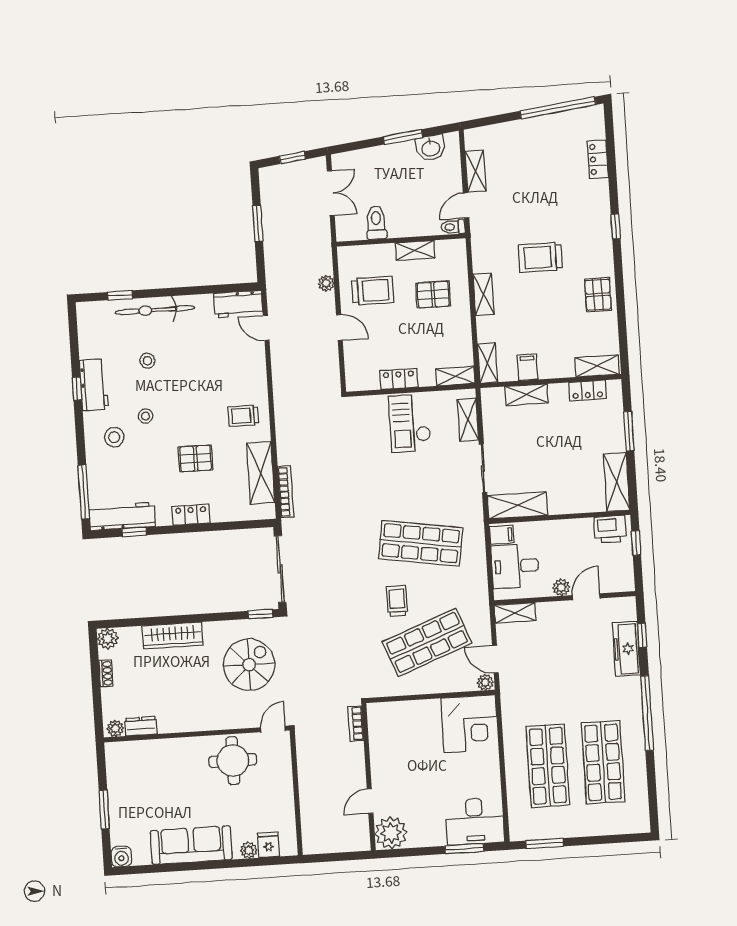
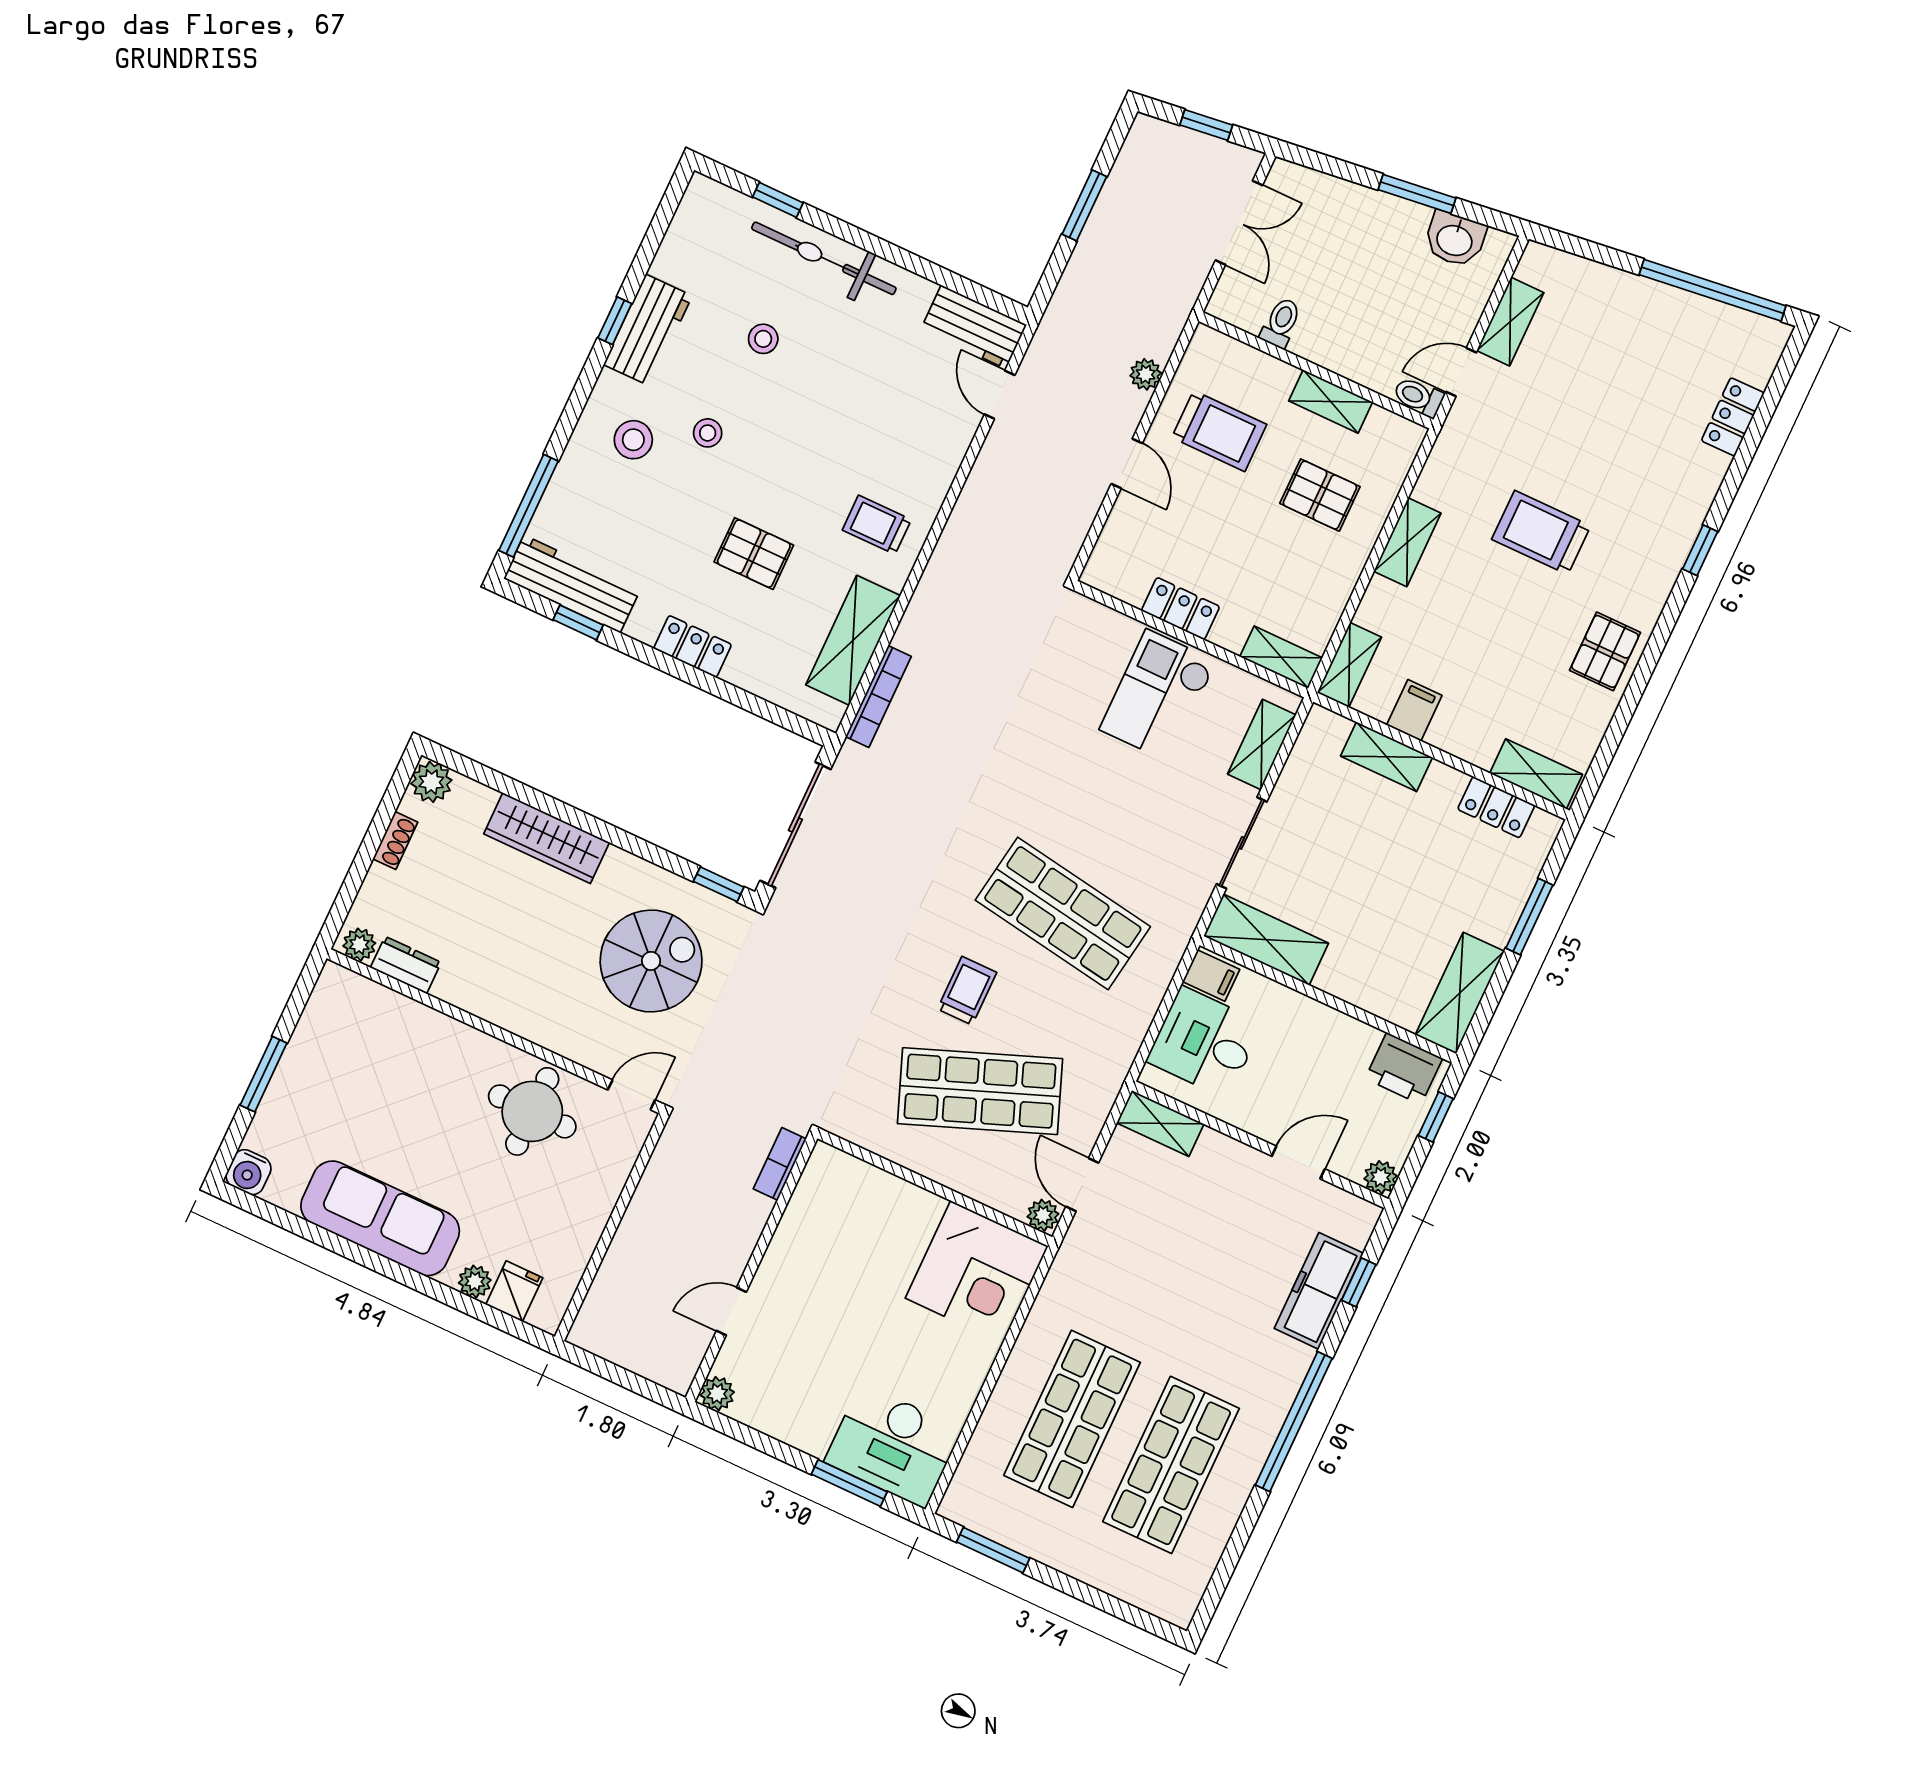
toilet: (376, 223) -> (1281, 323), width x0.73, depth x0.72
plant: (561, 587) -> (1381, 1177), moved
plant: (391, 833) -> (717, 1394), width x0.53, depth x0.53

